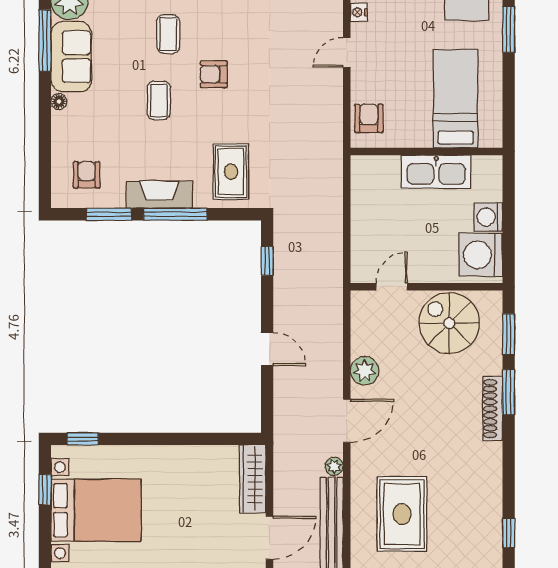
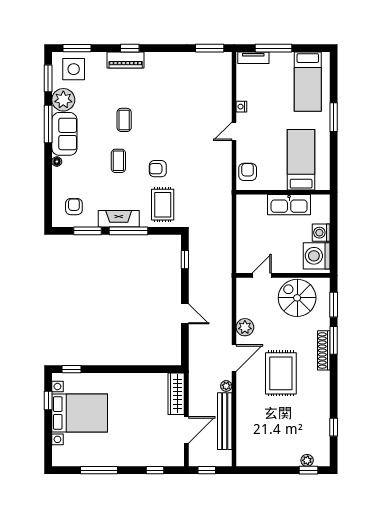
armchair: (214, 74) -> (158, 169), moved
rug: (402, 514) -> (281, 373), moved

